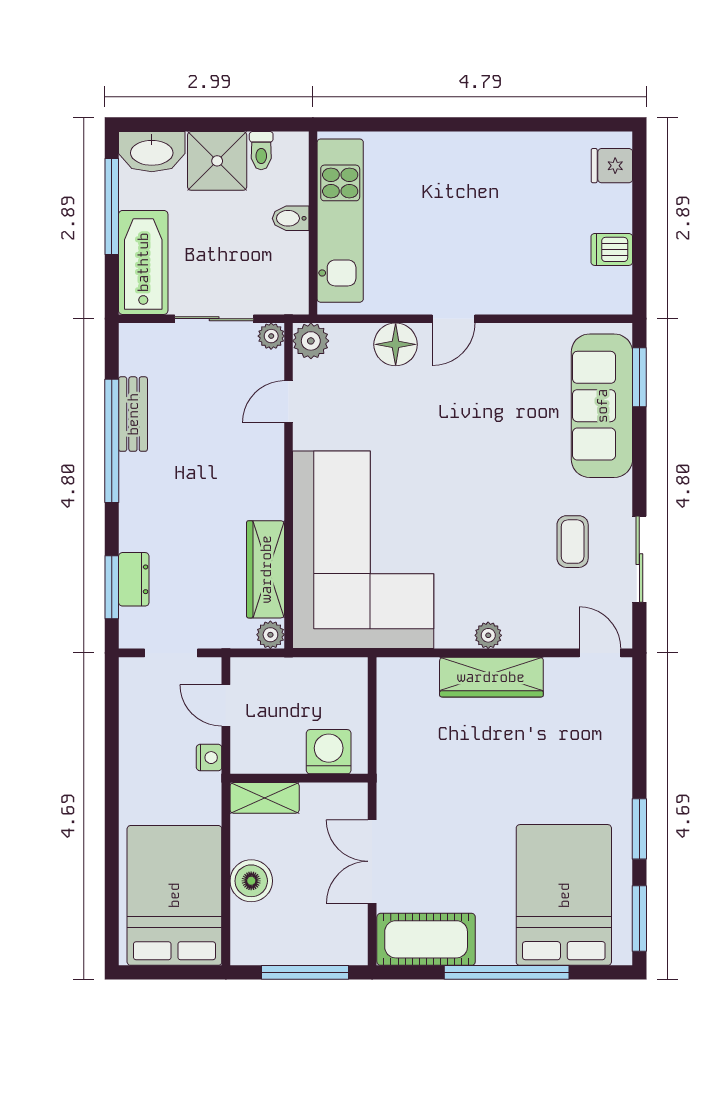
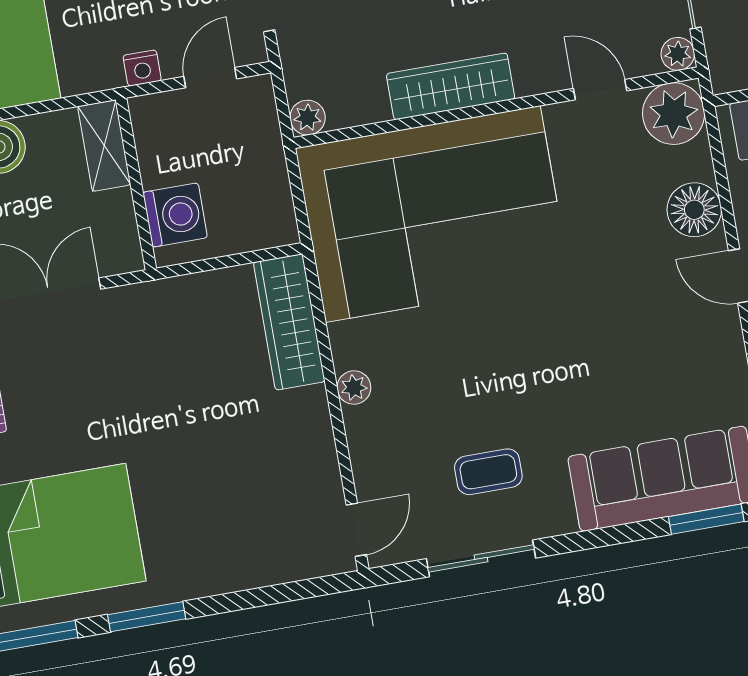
plant: (311, 341) -> (674, 114), width x1.36, depth x1.36
wardrobe: (266, 569) -> (451, 86), moved
wardrobe: (491, 677) -> (289, 322), moved

